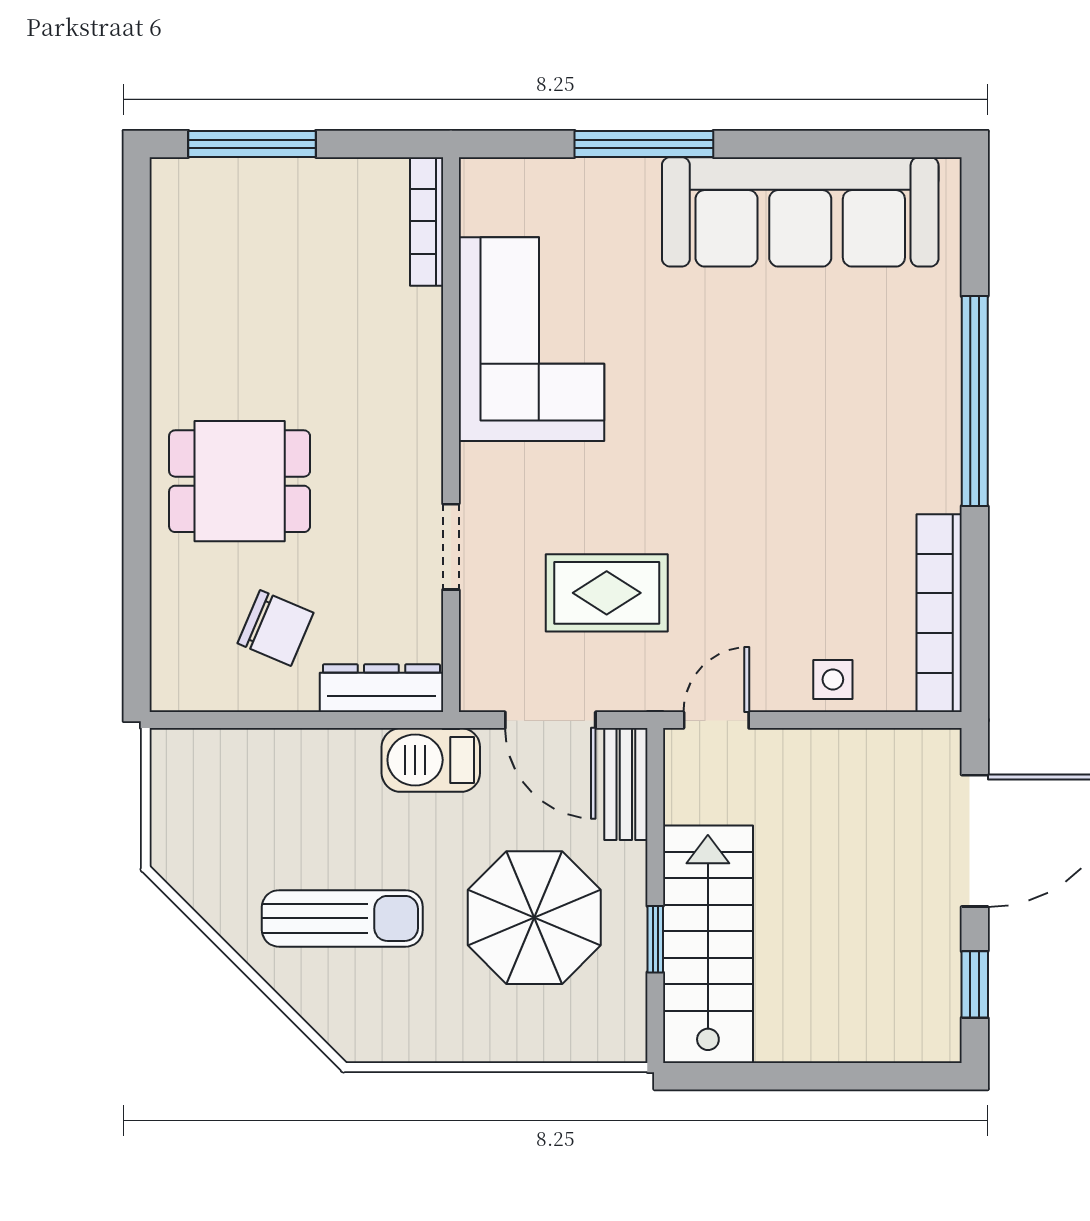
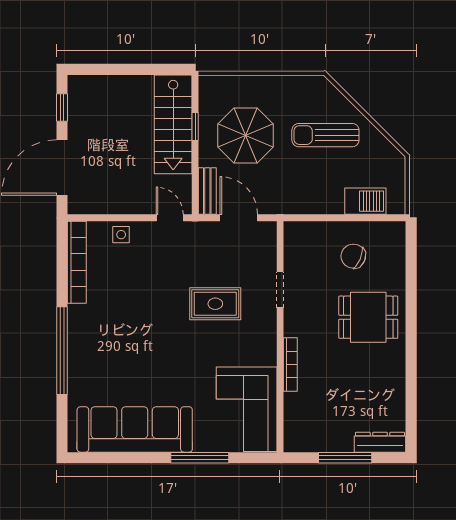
window: (252, 144) -> (345, 458), moved
bookcase: (427, 221) -> (290, 365), moved
corner sofa: (532, 339) -> (247, 409), moved
rug: (607, 593) -> (215, 304), moved
dresser: (381, 688) -> (380, 442), moved, turned 180
door: (716, 720) -> (170, 218), swing flipped
barbecue: (431, 760) -> (365, 201), moved

